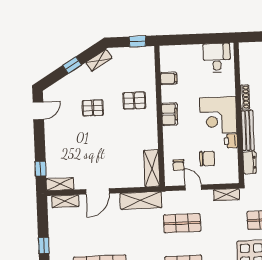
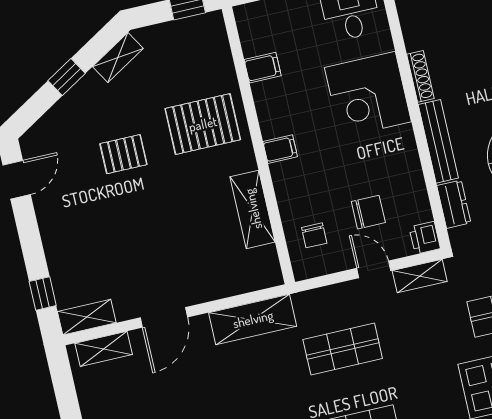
pallet: (134, 101) -> (203, 124), width x1.50, depth x1.42
filing cabinet: (170, 114) -> (280, 149), width x0.50
corner desk: (218, 115) -> (368, 95), moved
printer: (231, 141) -> (425, 238), moved
shelving: (152, 168) -> (253, 209), moved
door: (193, 188) -> (374, 269), moved

